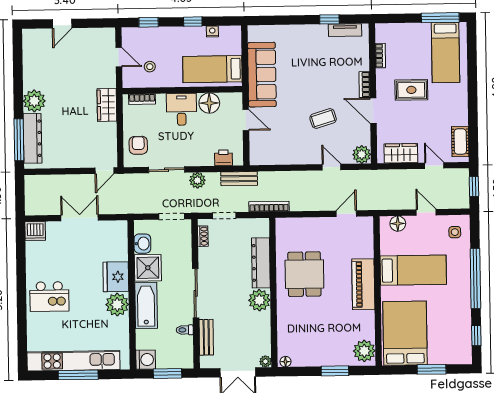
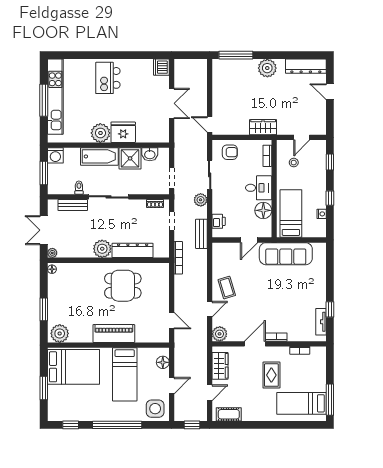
coffee table: (323, 119) -> (227, 288), moved
dresser: (32, 138) -> (306, 66), moved
side table: (455, 232) -> (155, 409), width x1.87, depth x1.87

